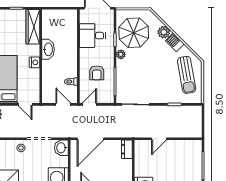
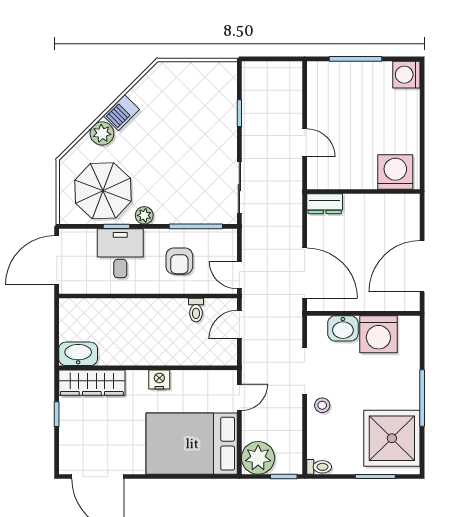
desk: (93, 36) -> (120, 253), moved, turned 180
washbasin: (48, 49) -> (78, 354), moved
armchair: (97, 73) -> (179, 261), turned 90
sun lounger: (187, 75) -> (183, 90), removed
washbasin: (61, 148) -> (343, 328), moved

